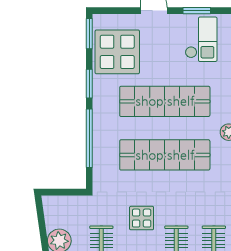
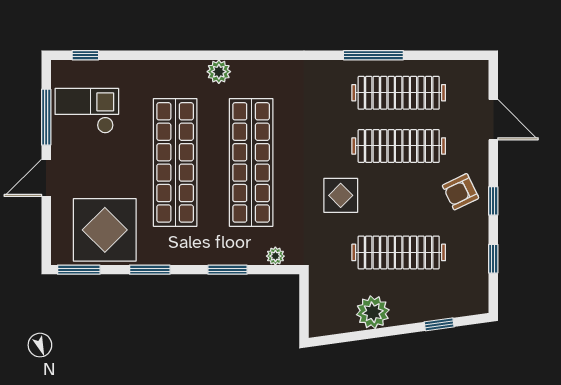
window: (197, 11) -> (46, 117), width x1.44
window: (89, 138) -> (227, 270), width x0.47
plant: (99, 172) -> (275, 256), added

